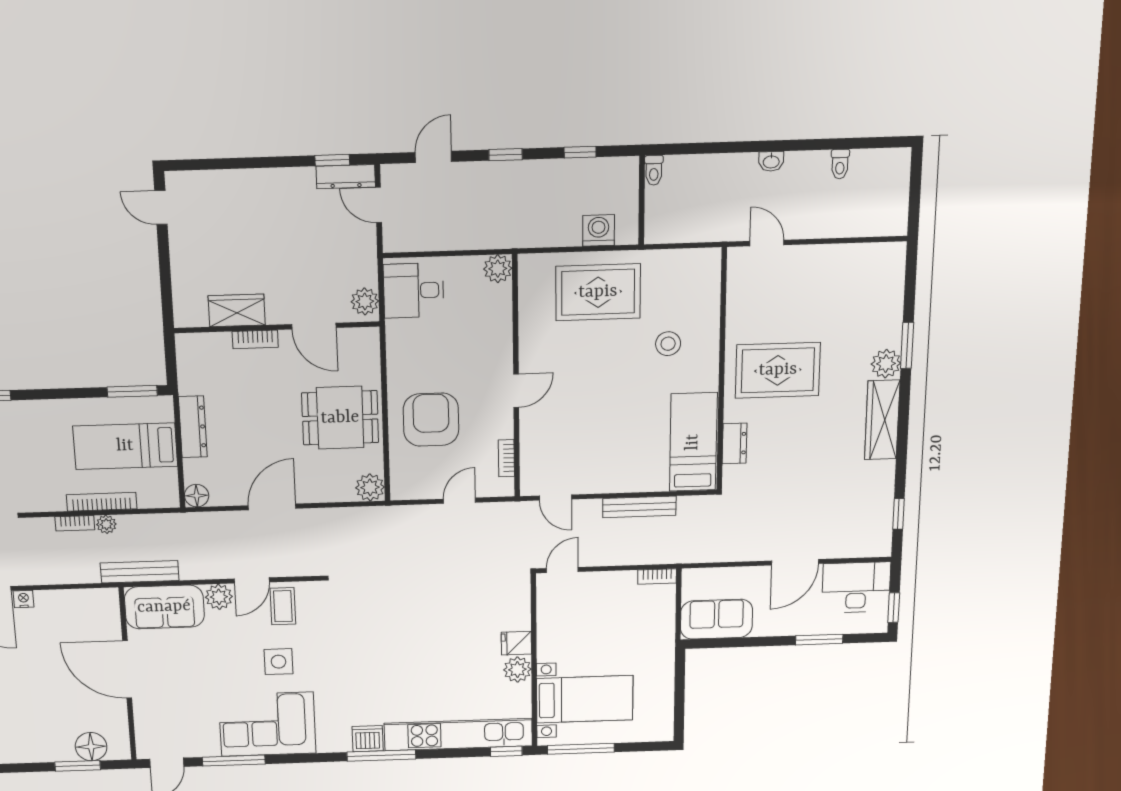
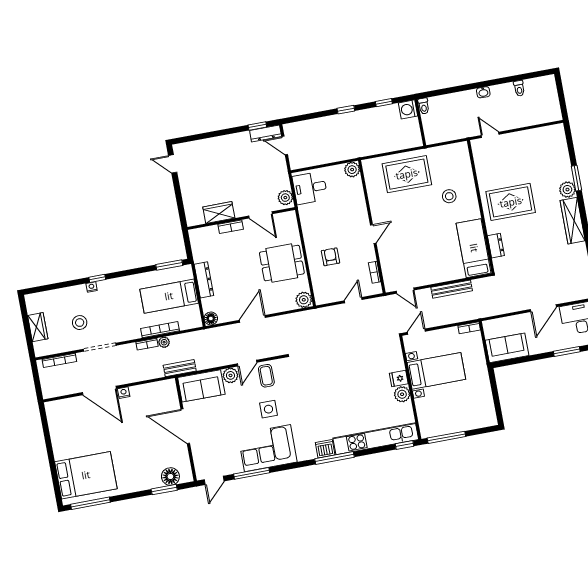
door: (433, 157) -> (309, 116), removed
washing machine: (598, 230) -> (408, 109), moved, turned -90
armchair: (431, 420) -> (331, 257), width x0.53, depth x0.53
bench: (140, 572) -> (180, 368), width x0.73
bed with nightstands: (585, 699) -> (436, 371), moved

